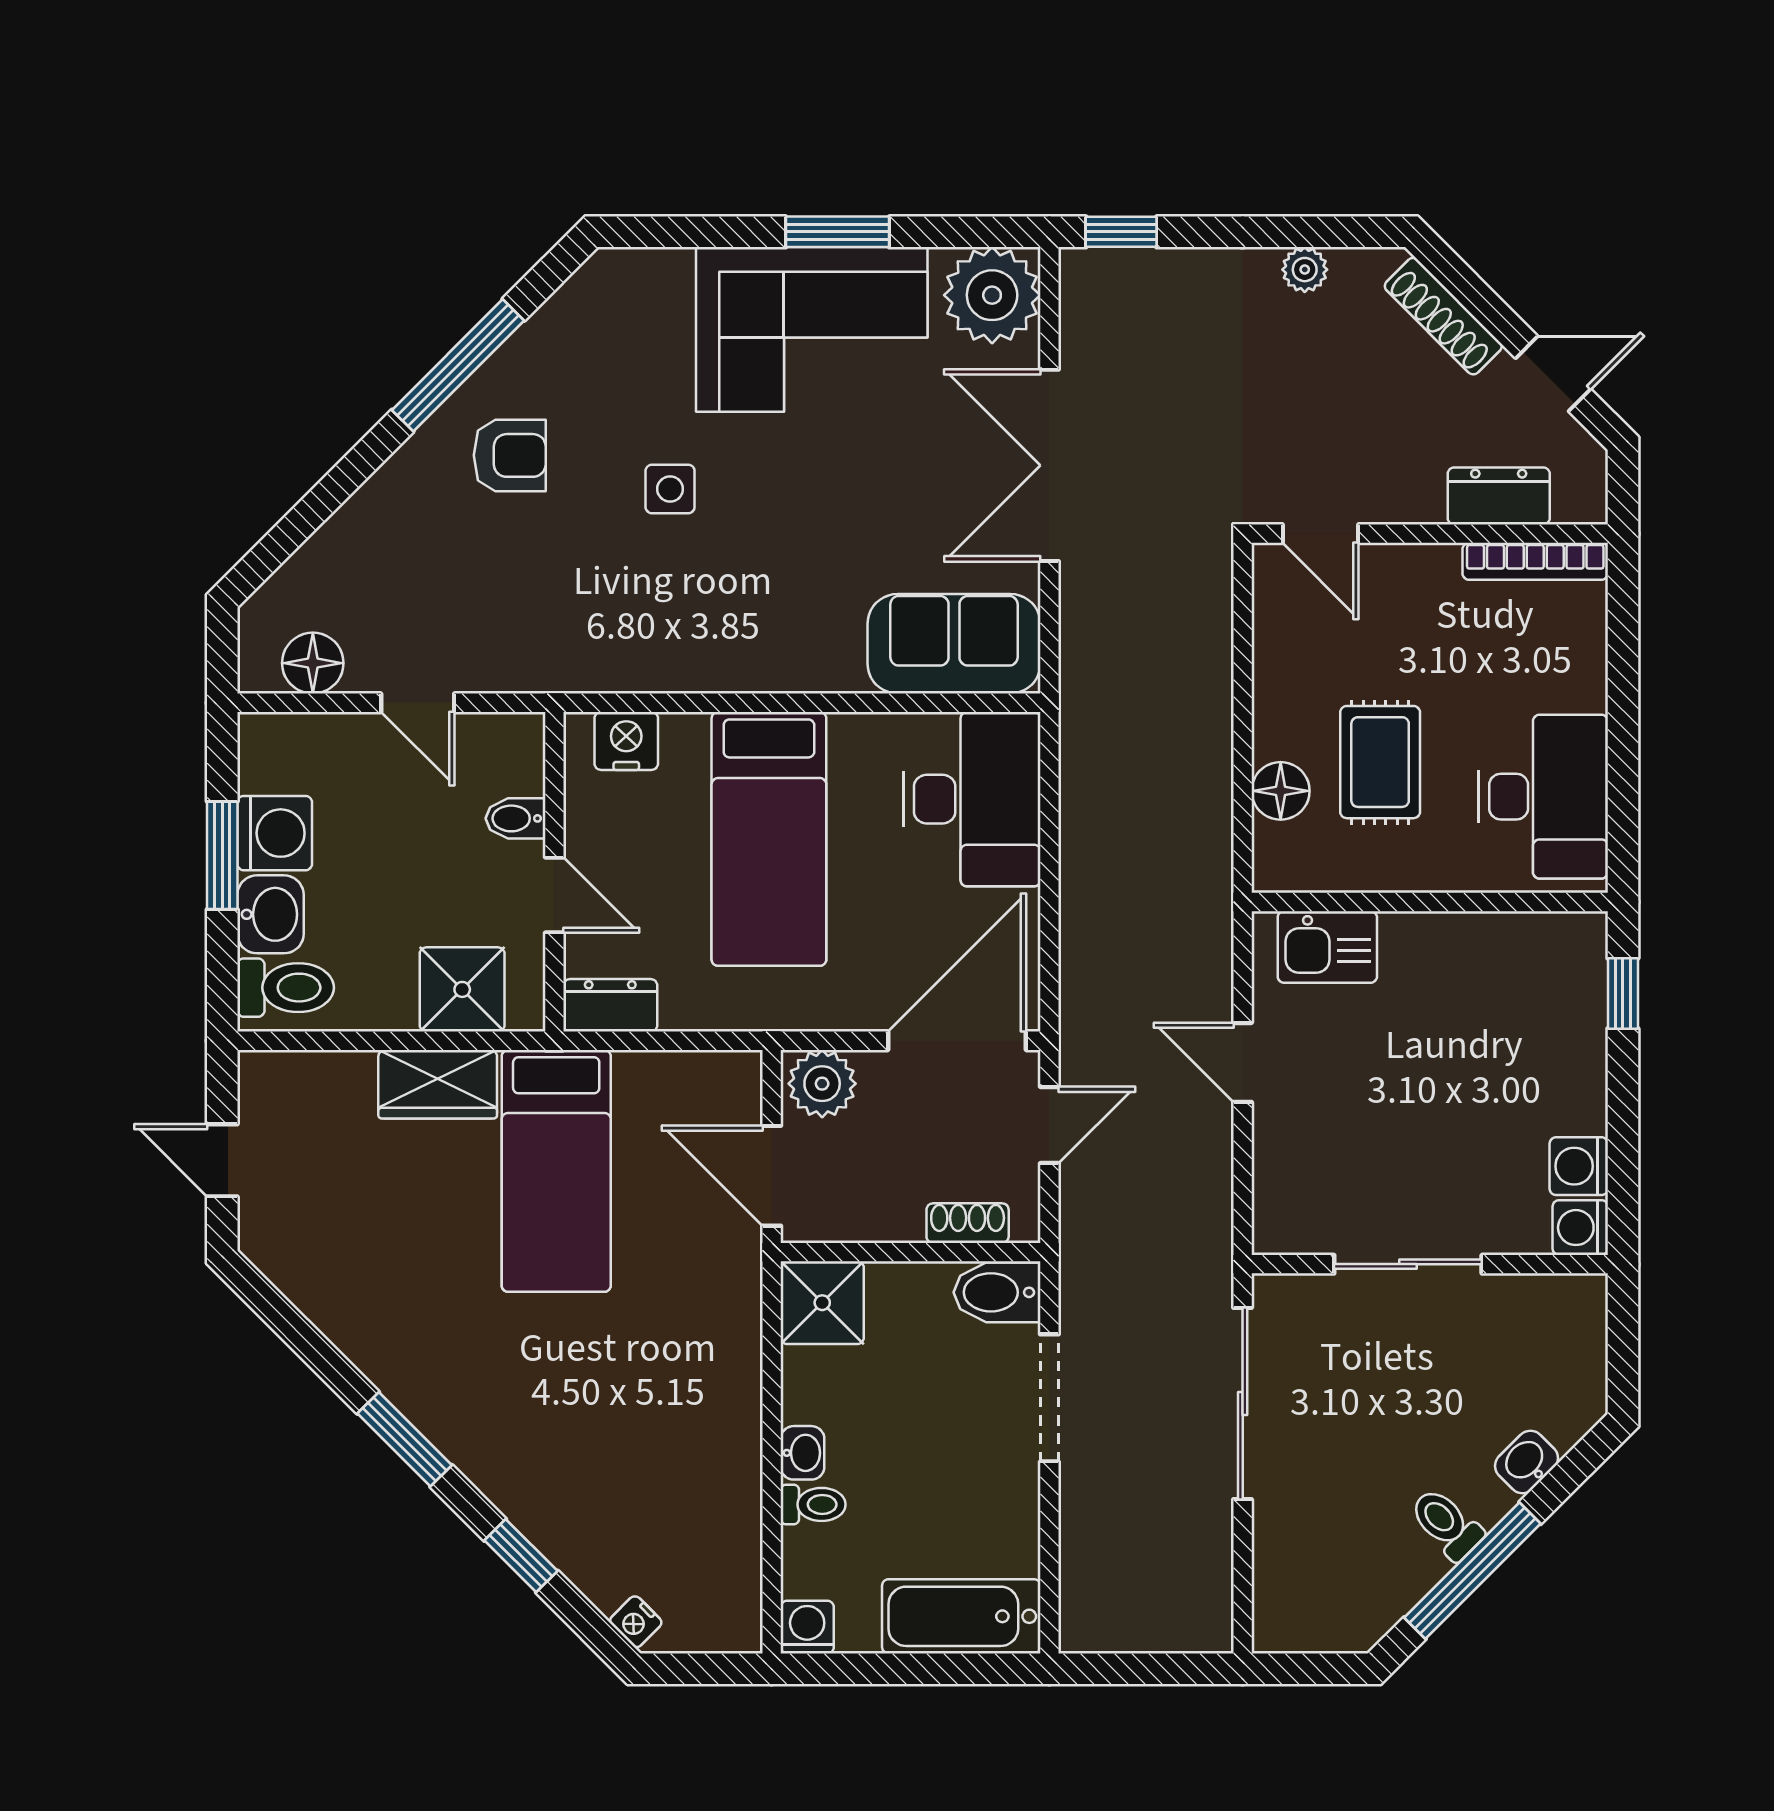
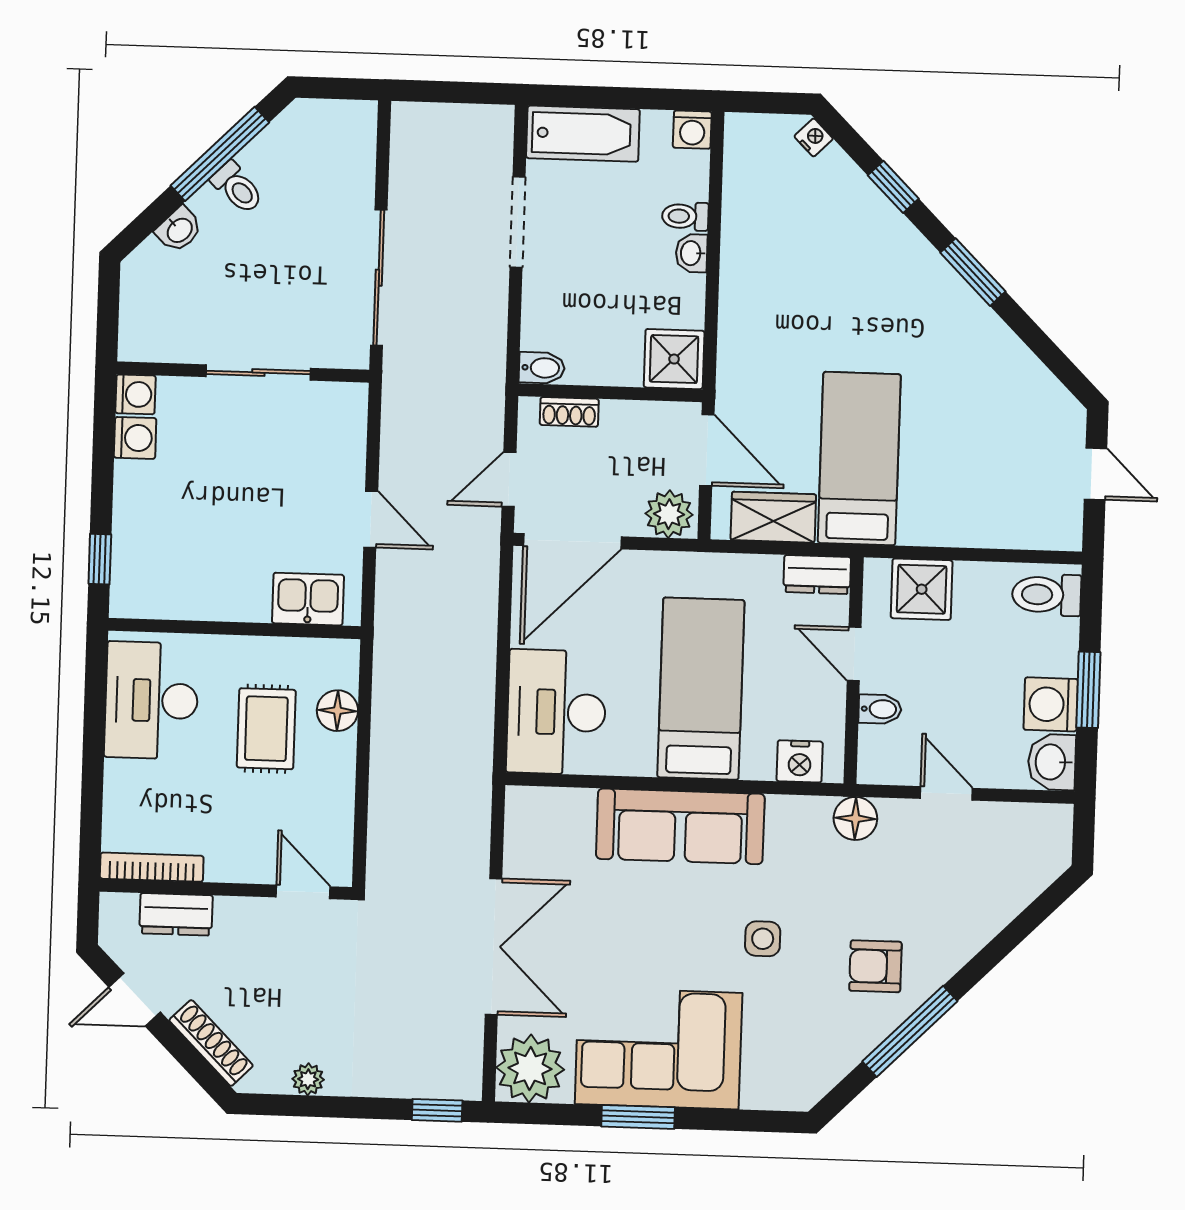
sofa: (954, 644) -> (680, 826), moved, width x1.36
floor lamp: (313, 663) -> (855, 818), moved
washbasin: (270, 914) -> (1052, 762), moved
wardrobe: (438, 1084) -> (773, 517), moved
bidet: (997, 1292) -> (542, 368), width x0.72, depth x0.74
doorway: (1049, 1398) -> (518, 222), moved

